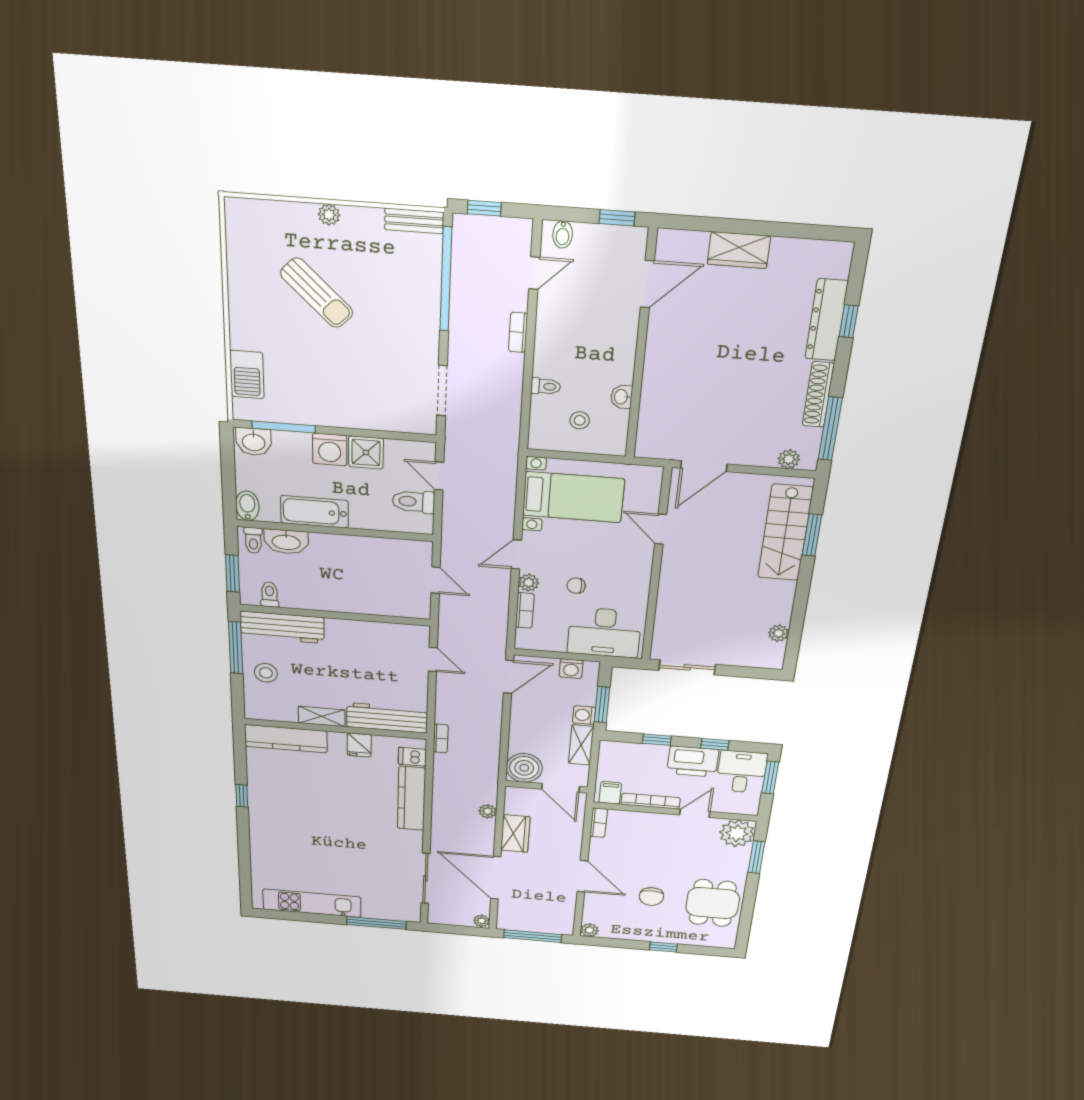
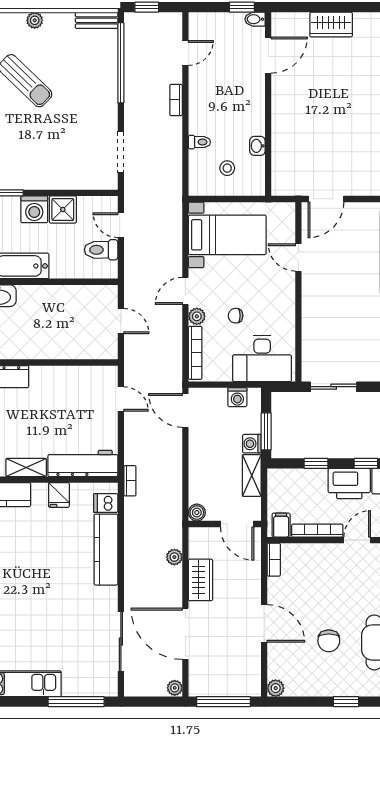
bidet: (563, 234) -> (255, 19), moved, turned 90
bookcase: (525, 610) -> (195, 353), width x1.56
door: (509, 677) -> (185, 411), swing flipped
boiler: (524, 768) -> (197, 513), width x0.54, depth x0.54

